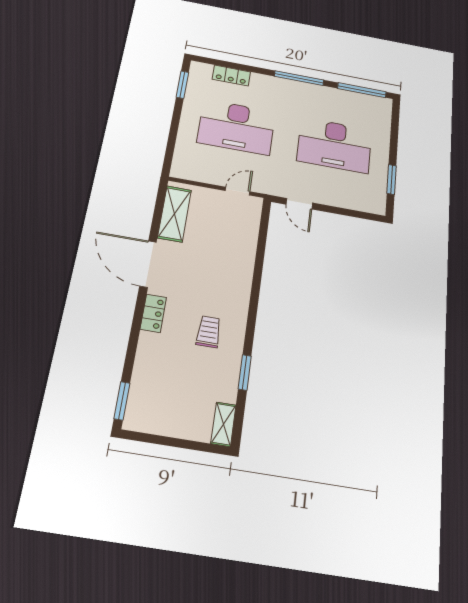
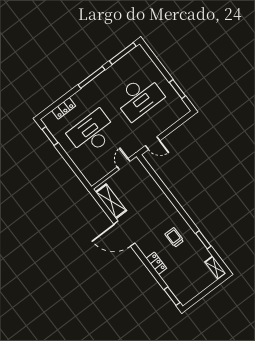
desk: (236, 127) -> (92, 133), turned 180
locker: (153, 313) -> (156, 263), moved

